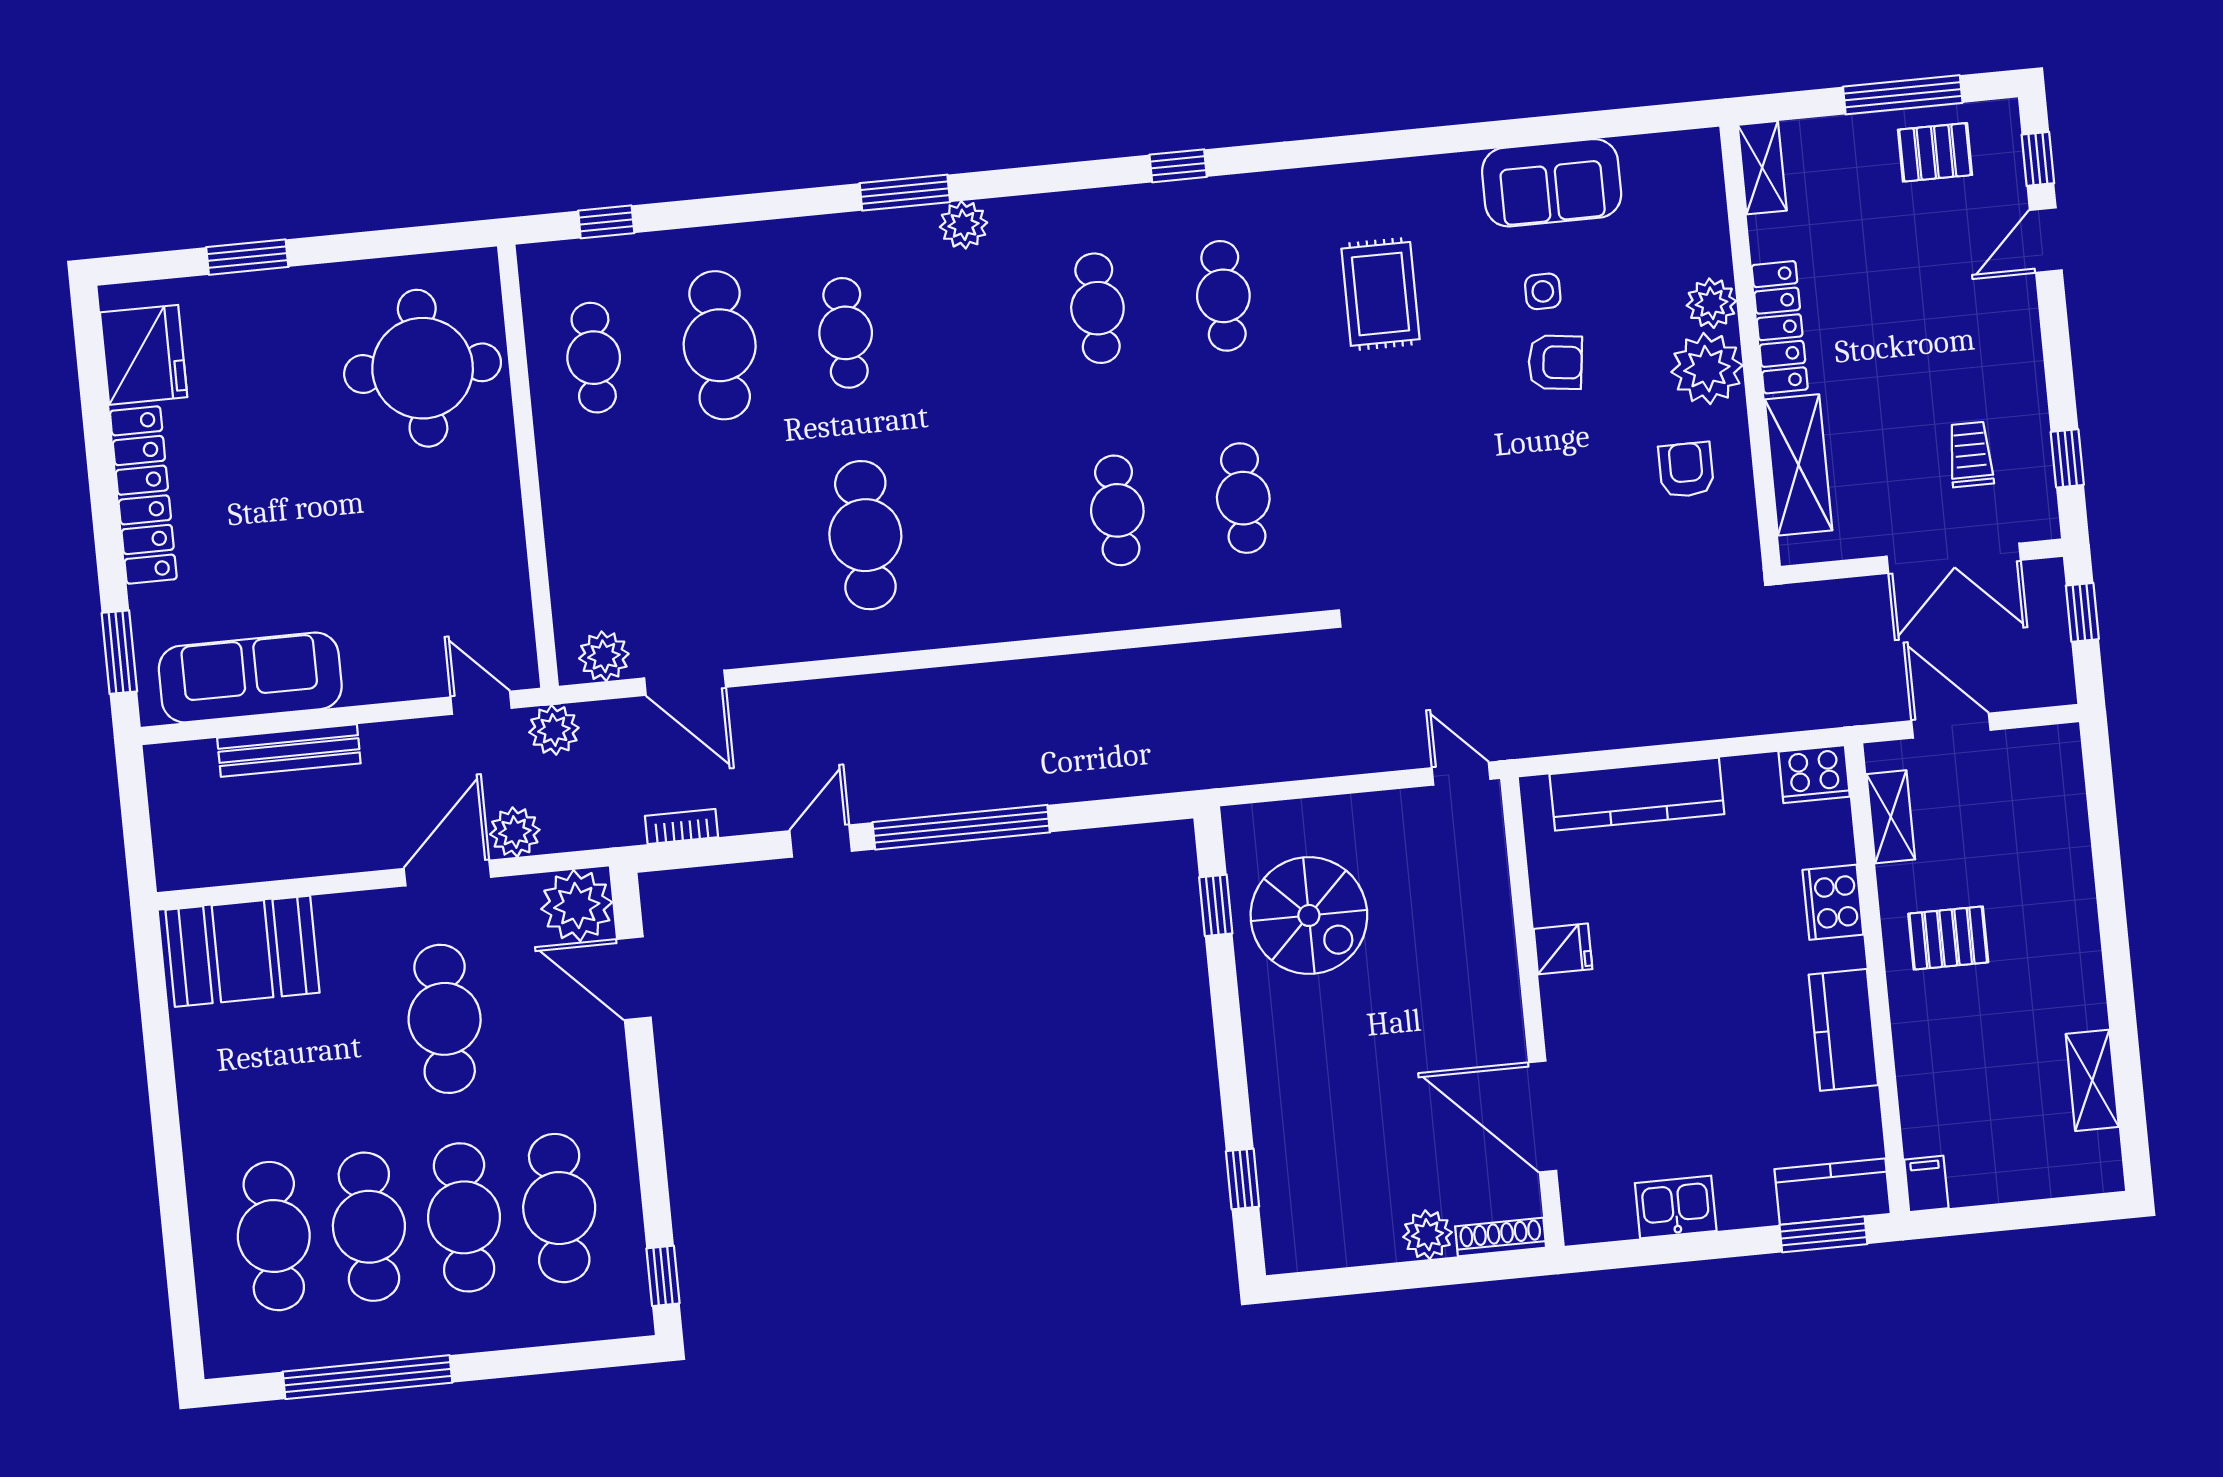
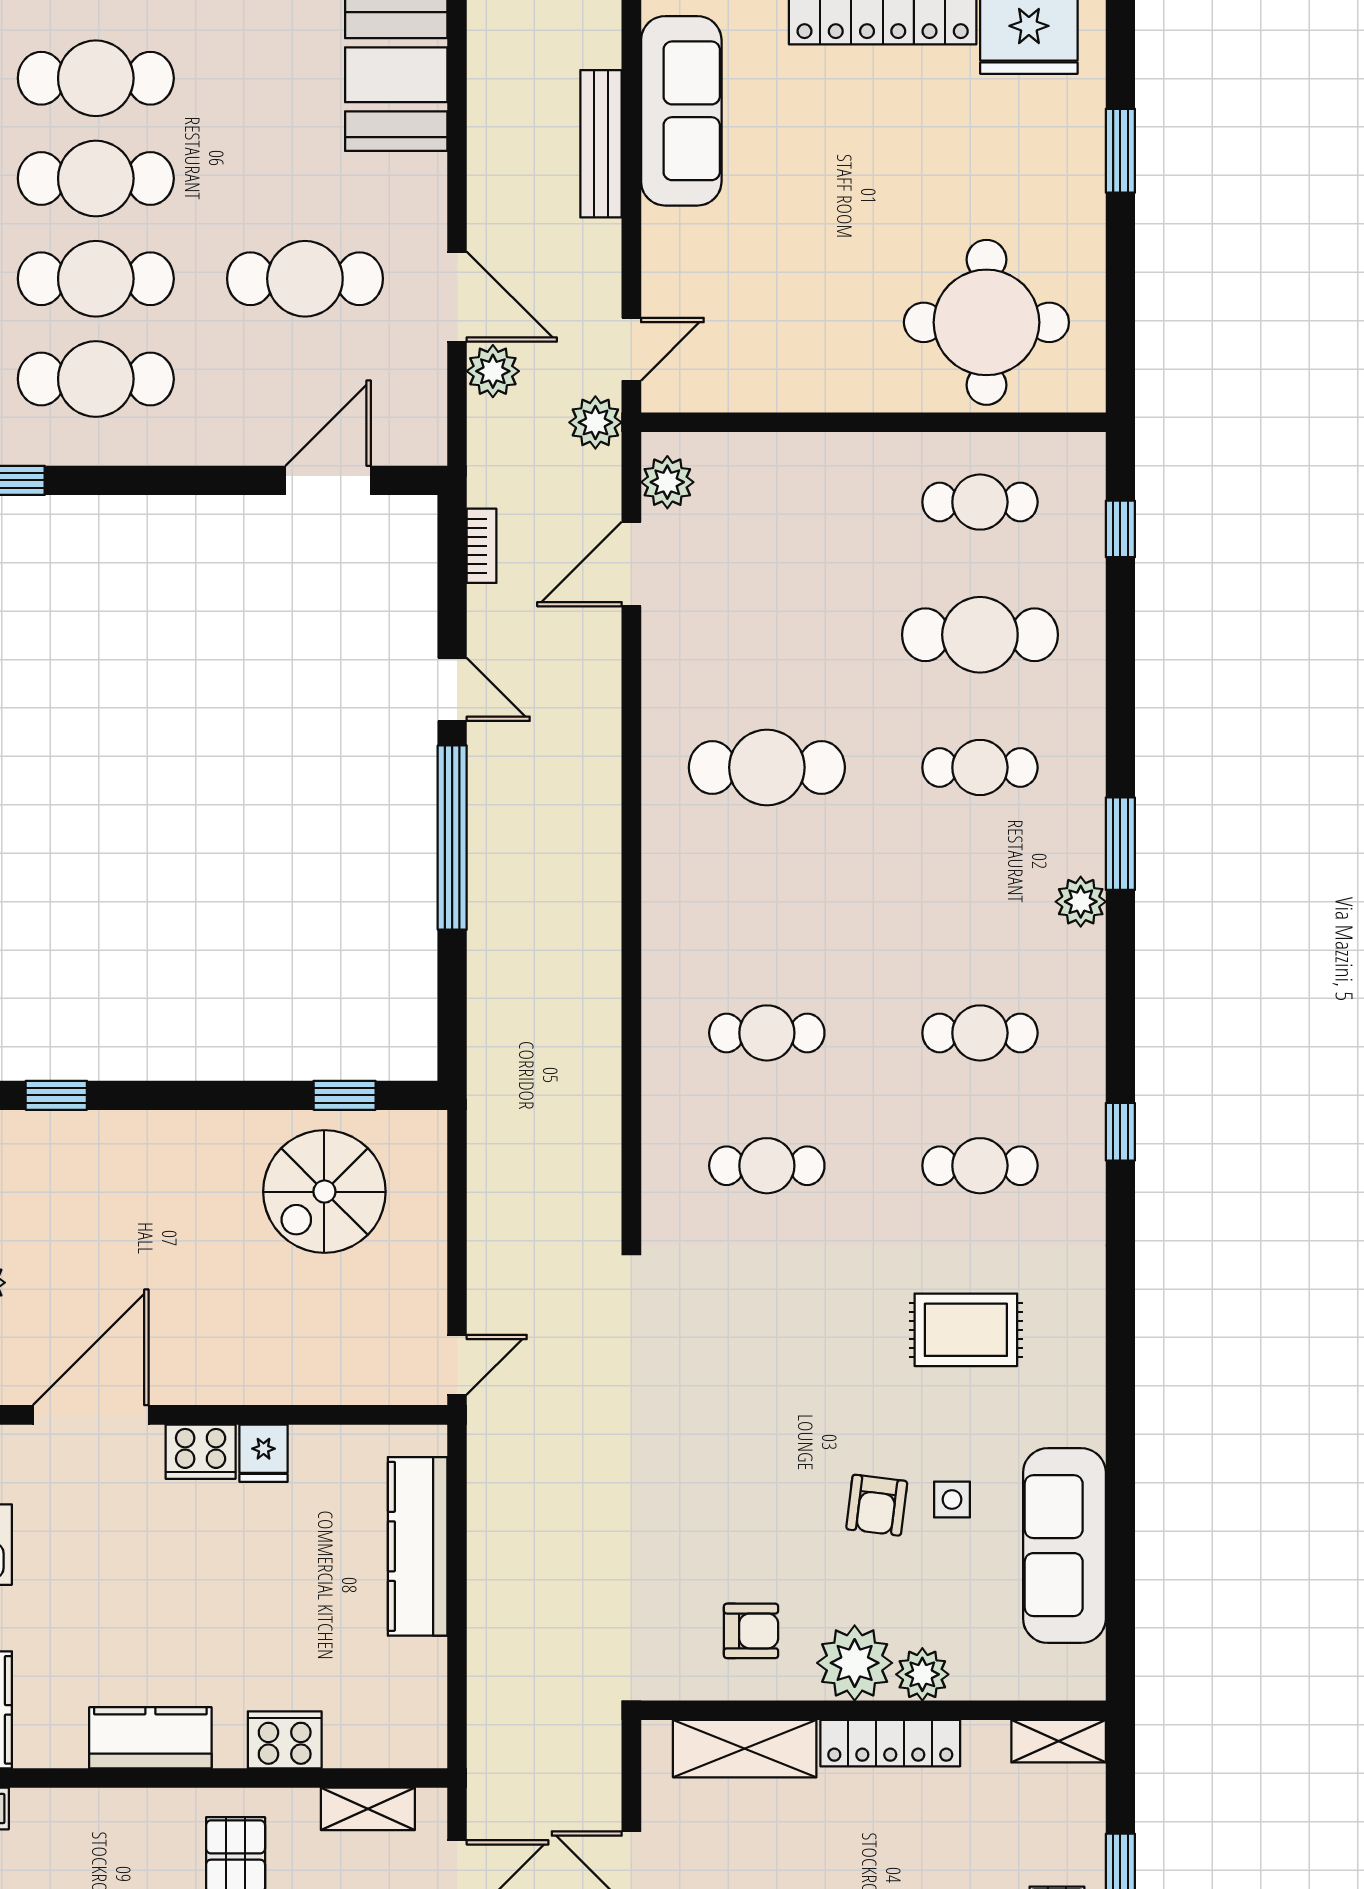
sofa: (1552, 183) -> (1064, 1546), width x1.36
cooker: (1814, 774) -> (201, 1452), moved, turned -90
plant: (577, 906) -> (410, 428), removed

